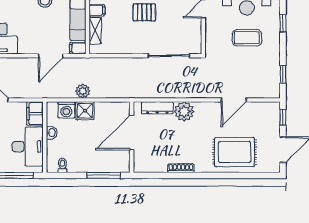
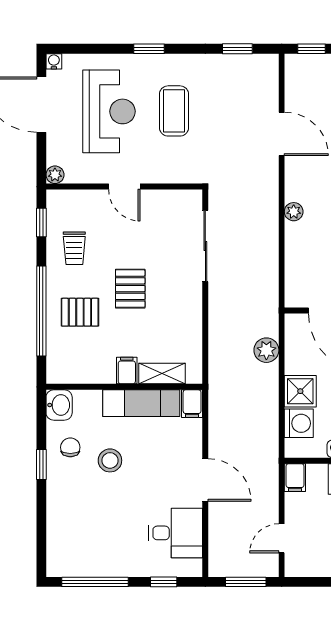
door: (51, 56) -> (205, 480), moved
plant: (83, 91) -> (266, 350), moved
dresser: (157, 108) -> (295, 266), removed
plant: (184, 112) -> (294, 212), width x0.53, depth x0.53
filing cabinet: (35, 114) -> (295, 478), width x0.50

